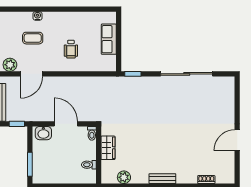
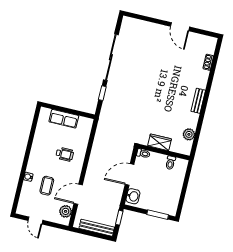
door: (32, 74) -> (78, 194), swing flipped
window: (133, 74) -> (102, 93), moved

